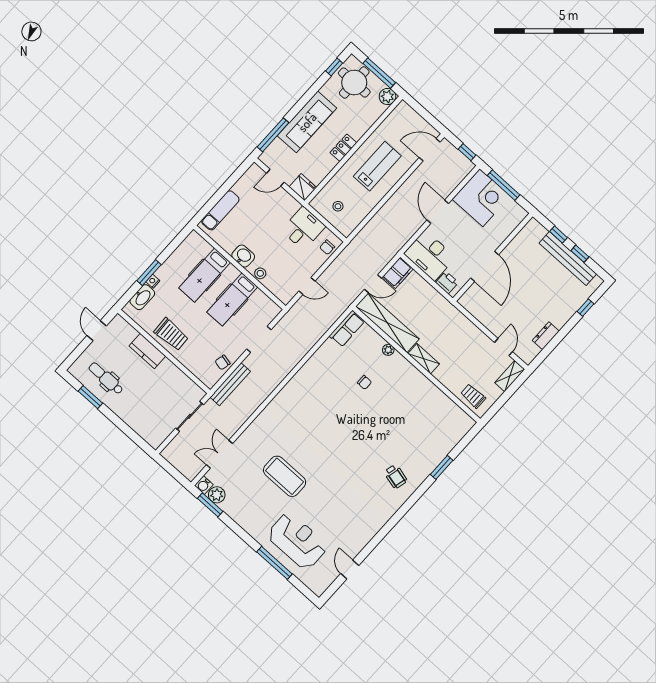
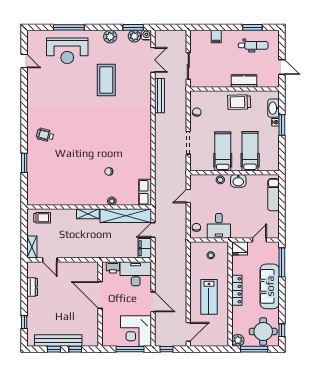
locker: (343, 148) -> (237, 290), width x1.53
bench: (230, 384) -> (160, 96), moved
filing cabinet: (135, 421) -> (216, 37), added
coffee table: (285, 476) -> (106, 80), turned 90
plant: (241, 516) -> (110, 37), added

